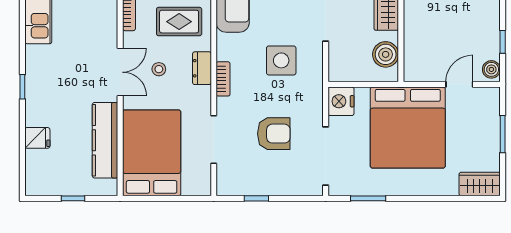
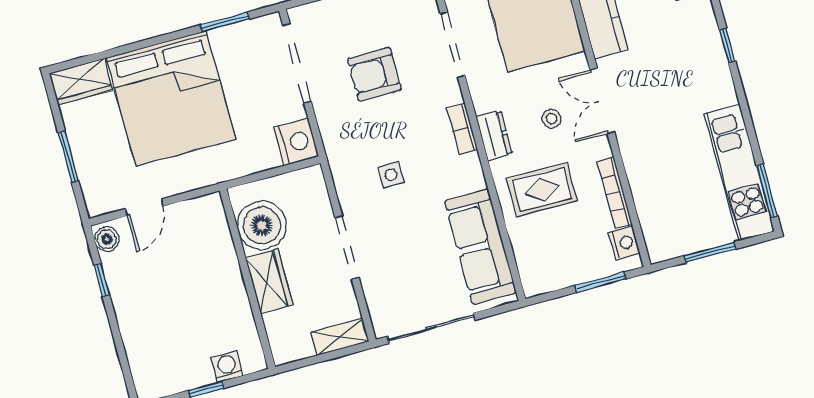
boiler: (386, 54) -> (262, 225), width x1.37, depth x1.37
side table: (281, 60) -> (391, 175), width x0.54, depth x0.54
bed: (408, 127) -> (171, 98), moved, turned 180

